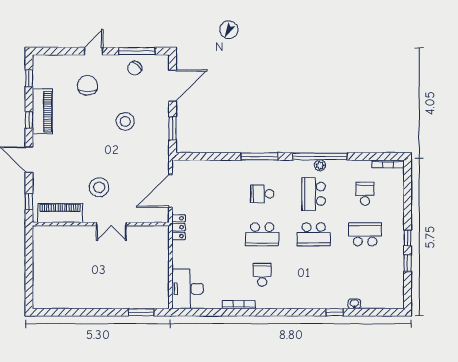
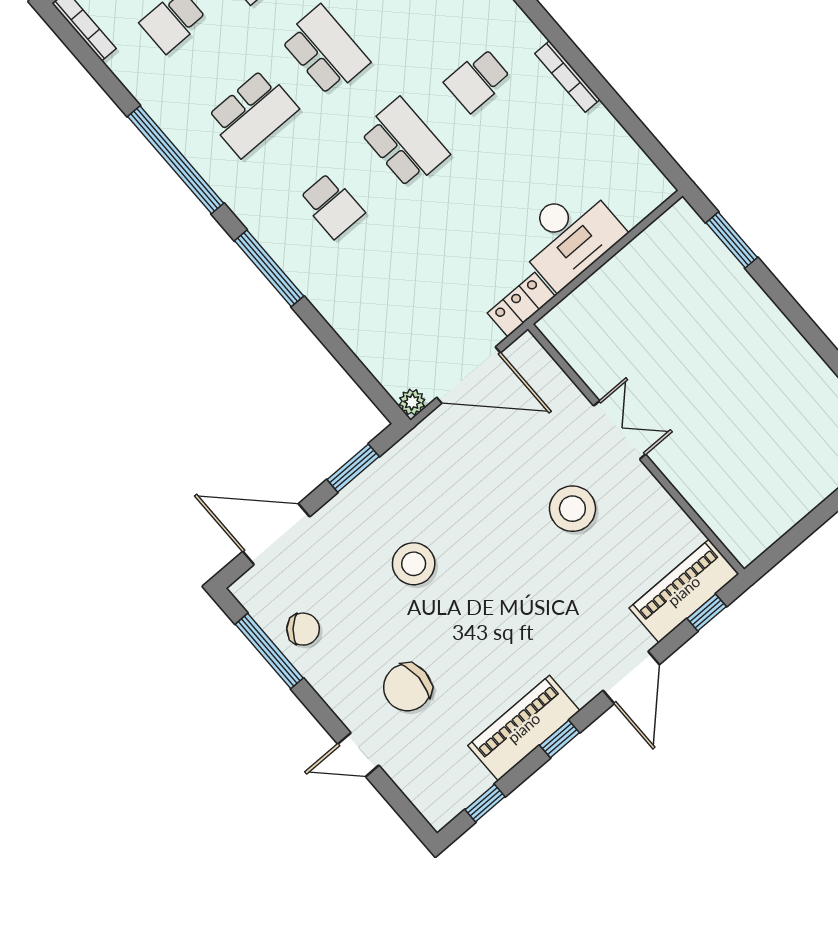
door: (94, 51) -> (358, 755), moved
plant: (320, 165) -> (412, 402), moved
piano: (60, 213) -> (684, 591), moved, turned 90
desk: (187, 289) -> (569, 235), moved

